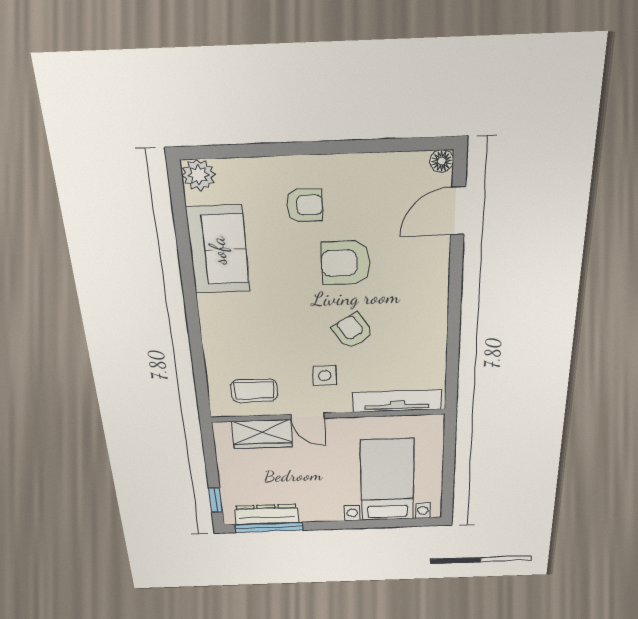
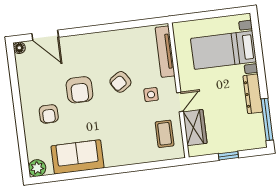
armchair: (305, 205) -> (49, 114), turned 180
window: (216, 500) -> (228, 156), moved
dresser: (267, 514) -> (253, 94), moved

